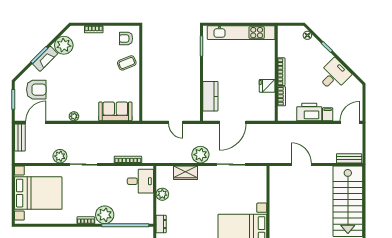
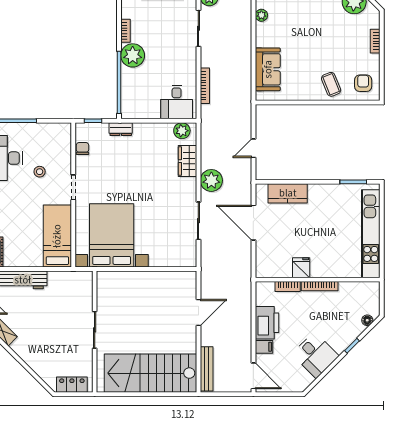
bench: (349, 158) -> (207, 369), width x1.36
plant: (162, 194) -> (182, 131), moved

